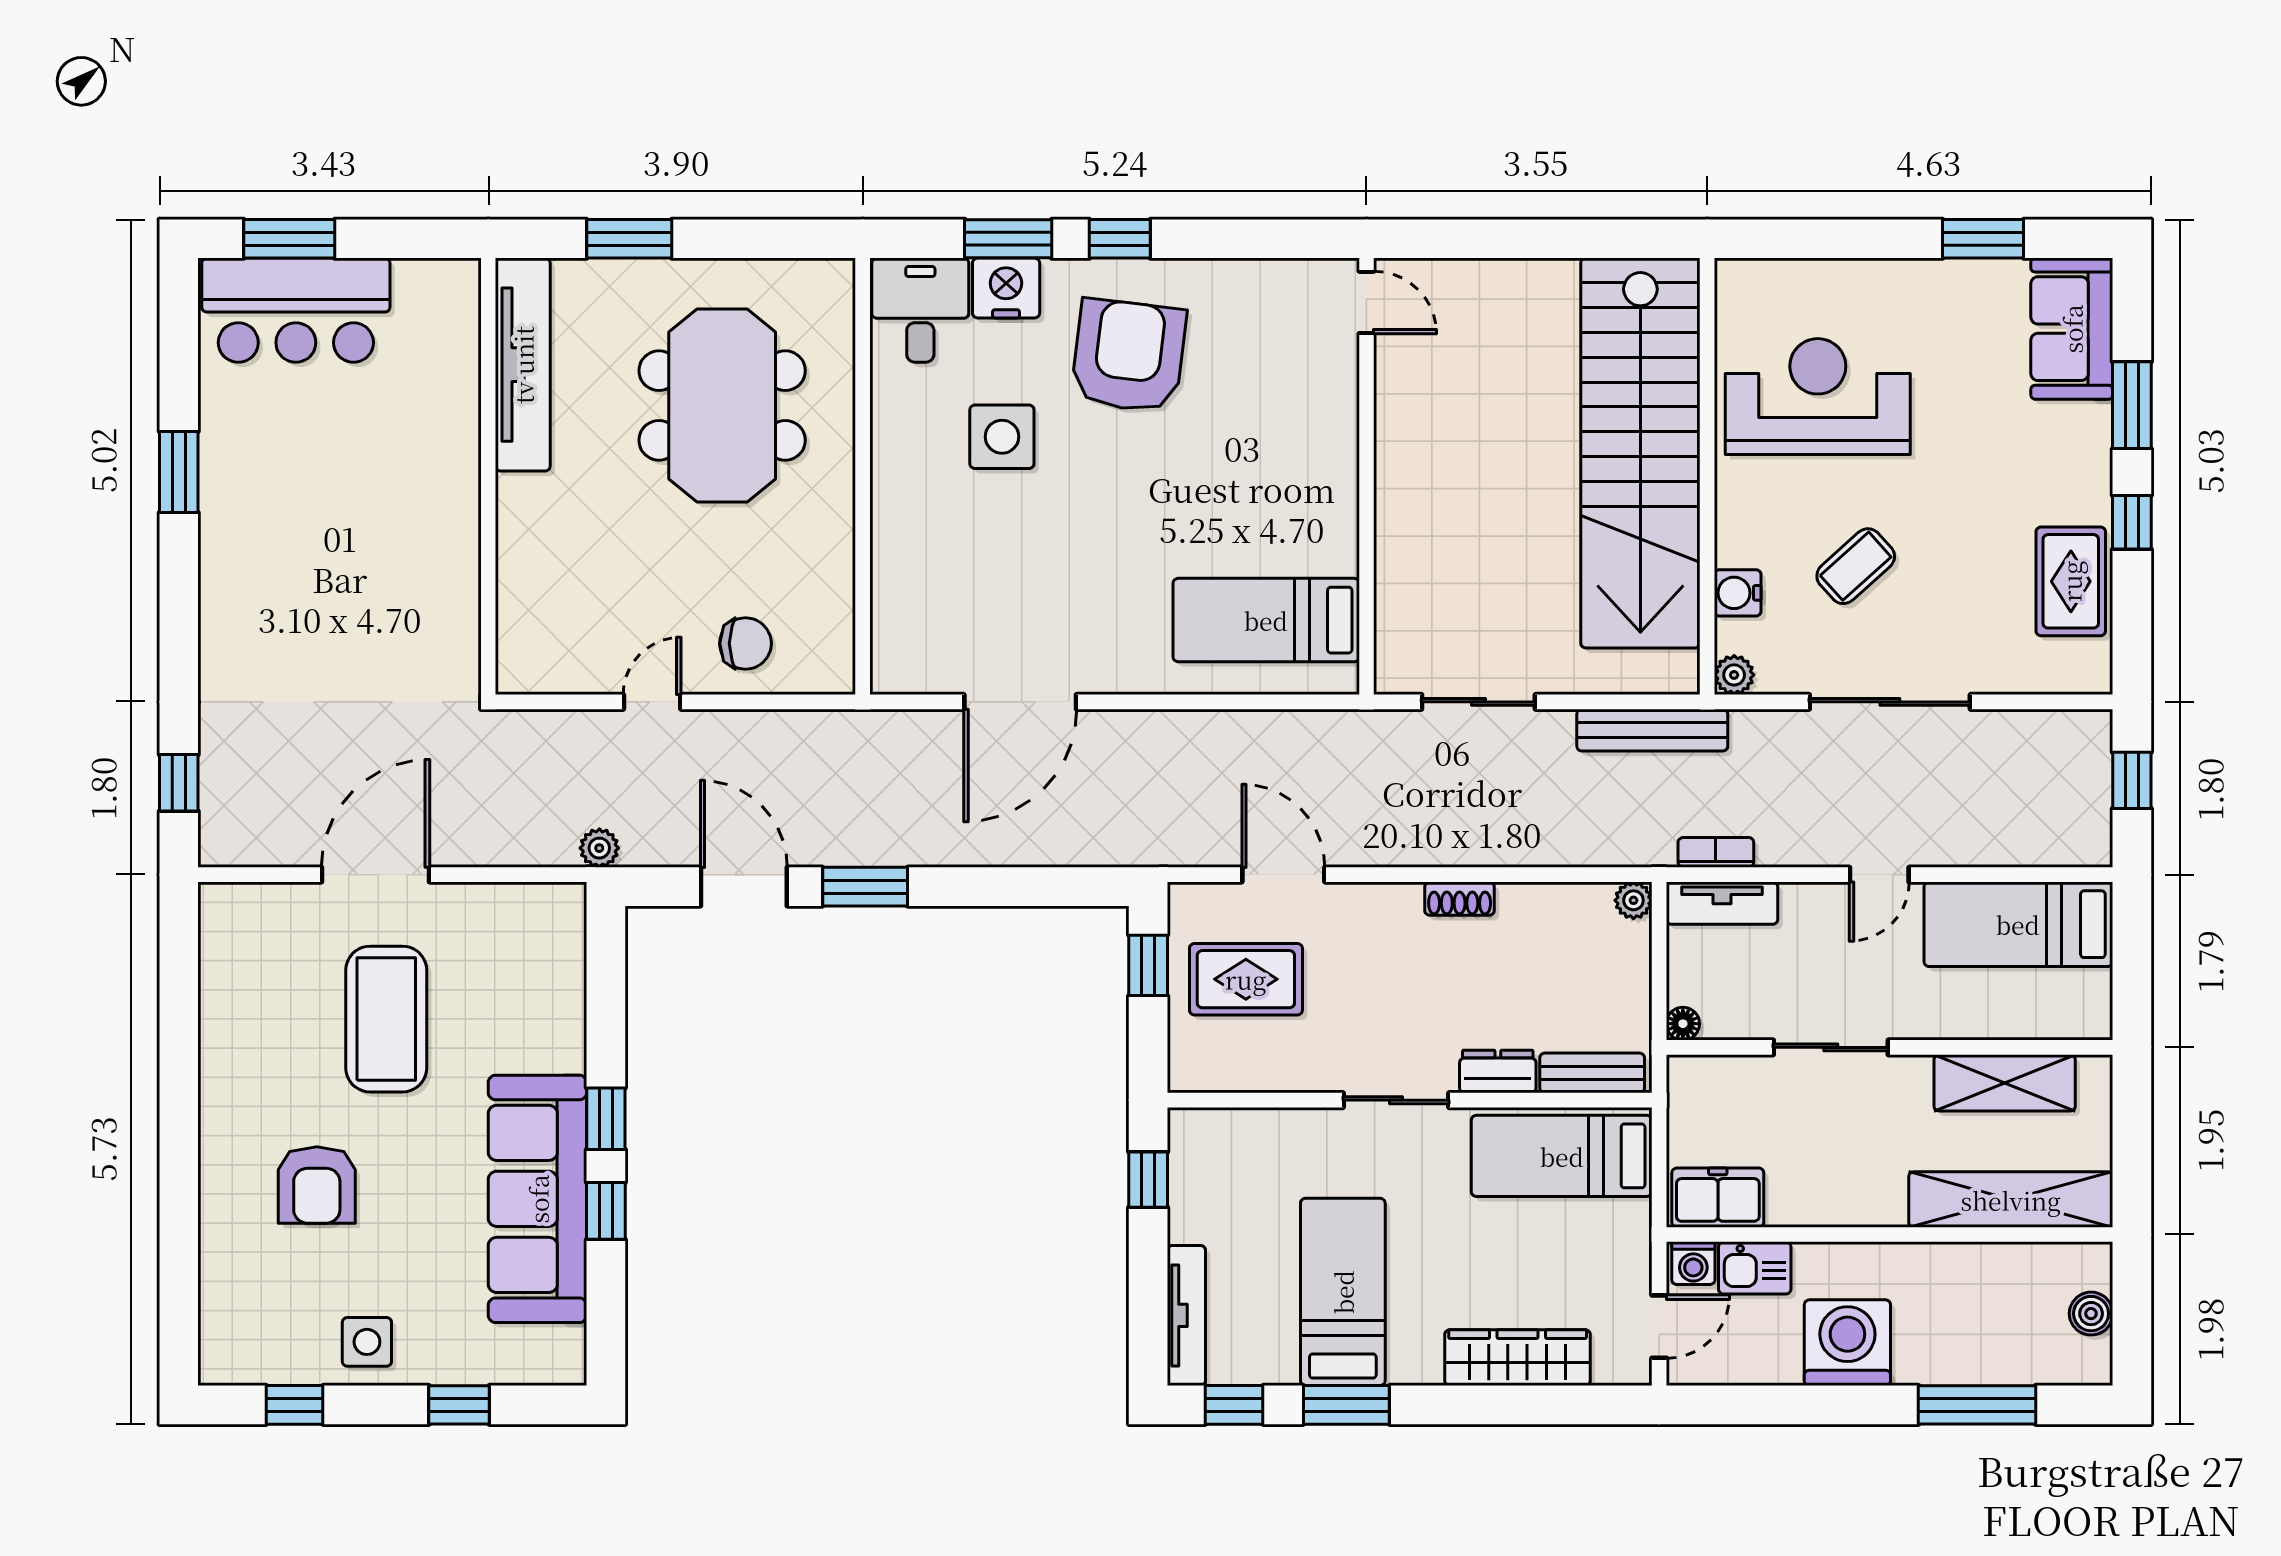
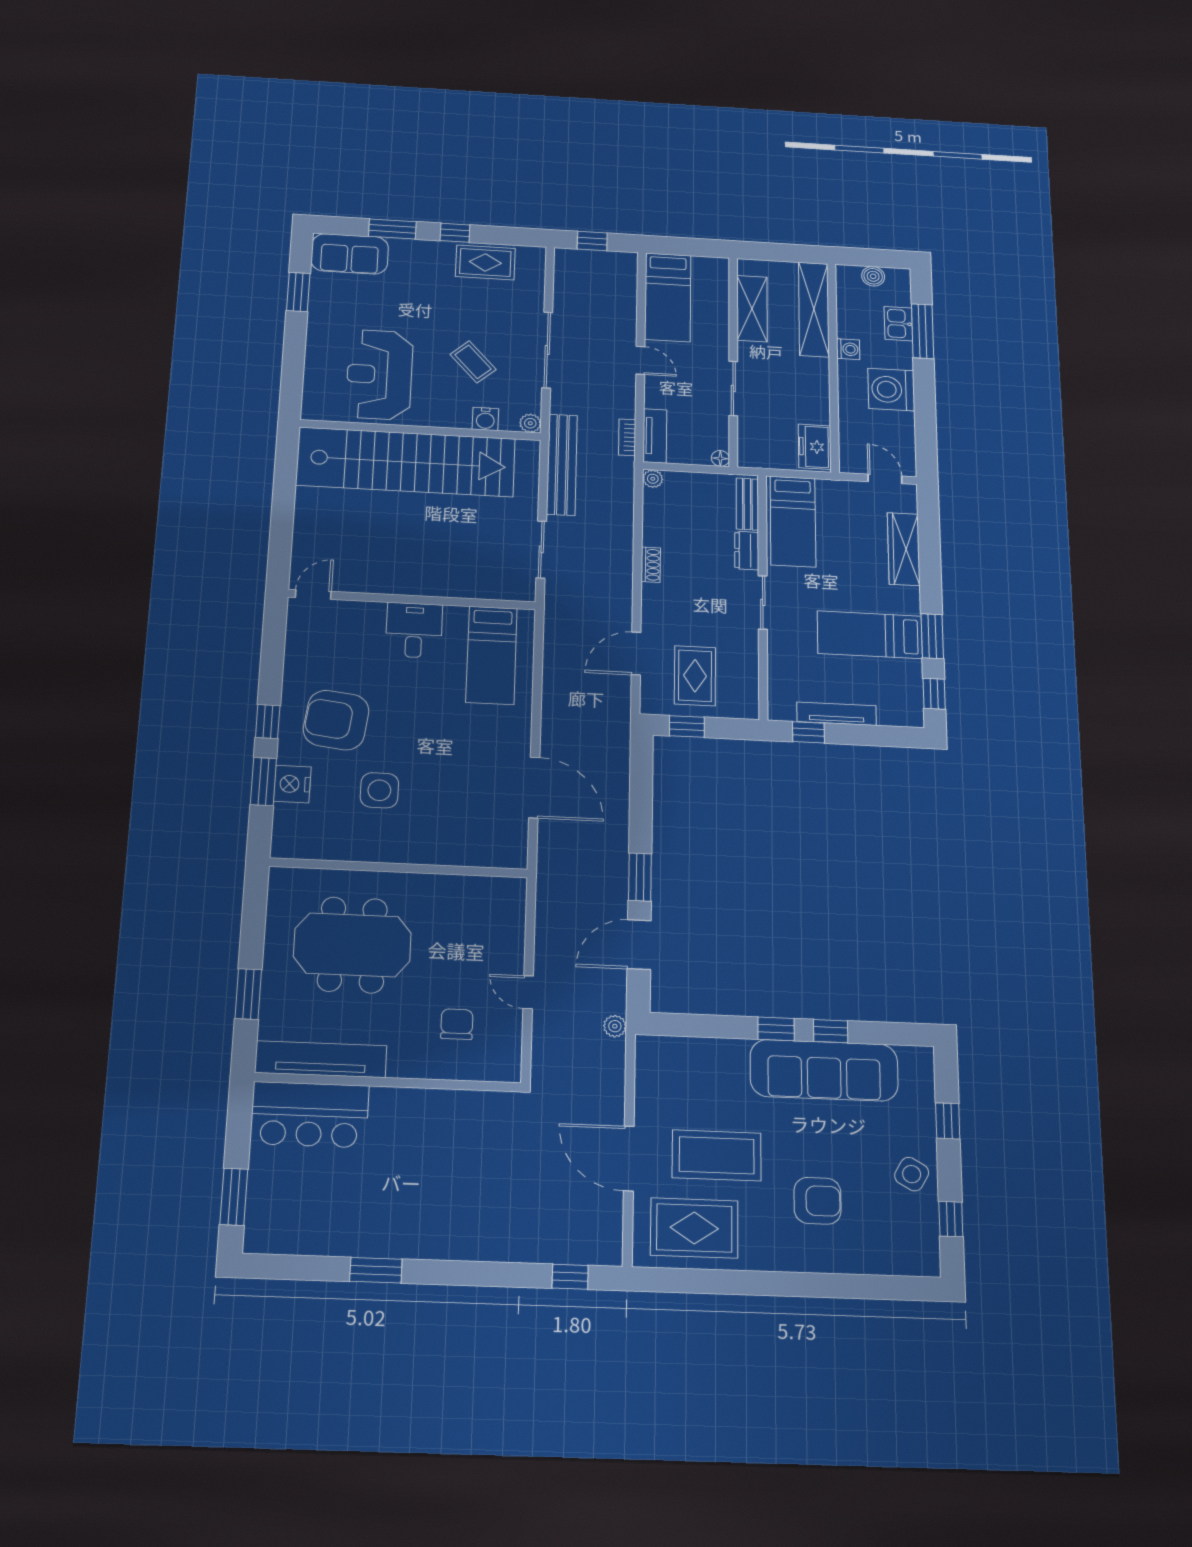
bar counter: (296, 310) -> (310, 1115), moved, turned 90
desk: (920, 310) -> (414, 630), moved, turned 90
chair: (746, 643) -> (457, 1024), moved
bench: (1652, 730) -> (562, 465), width x1.37, depth x1.21
rug: (265, 983) -> (694, 1228), added
washing machine: (1693, 1263) -> (848, 349), moved
kitchen sink: (1755, 1268) -> (898, 324), moved, turned 180
tv unit: (1186, 1315) -> (836, 714), moved
side table: (367, 1342) -> (912, 1174), turned 30

